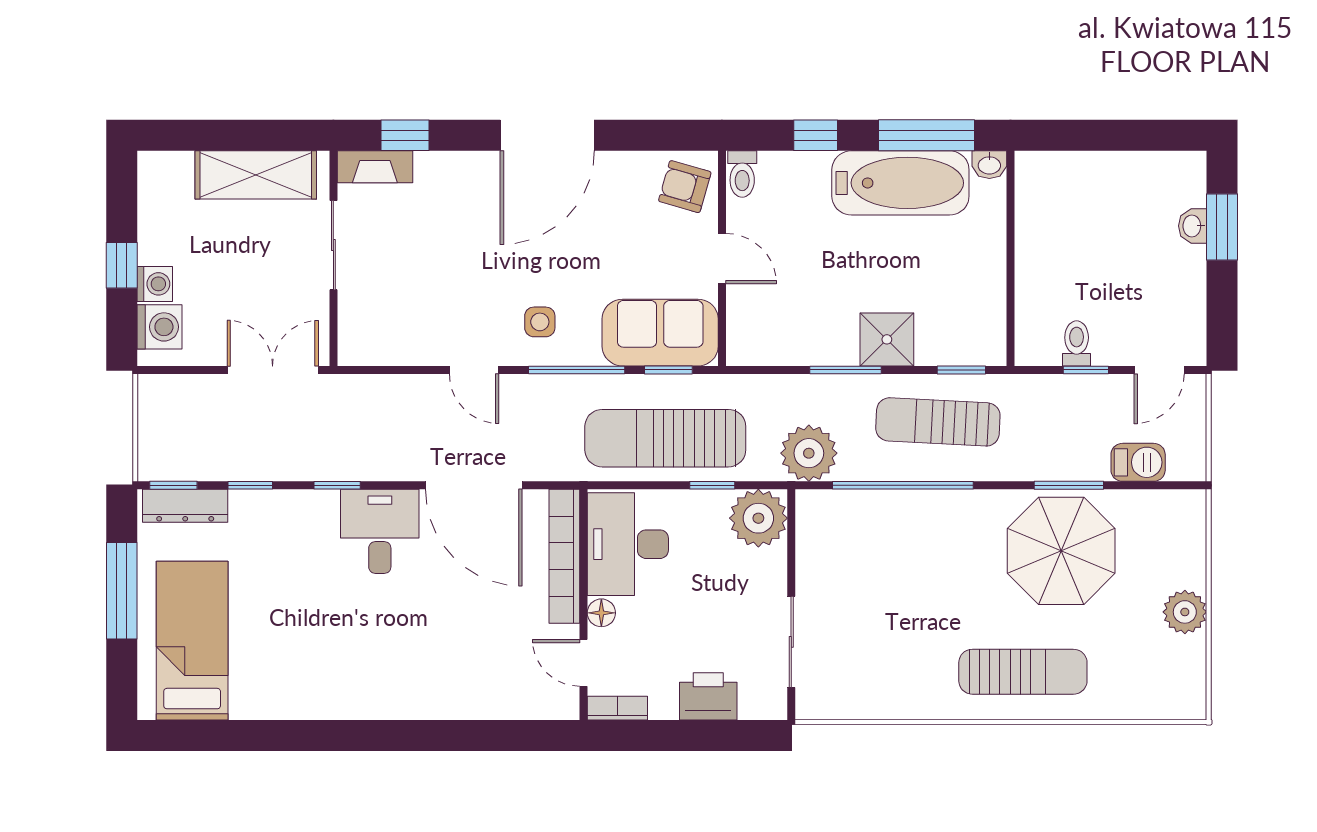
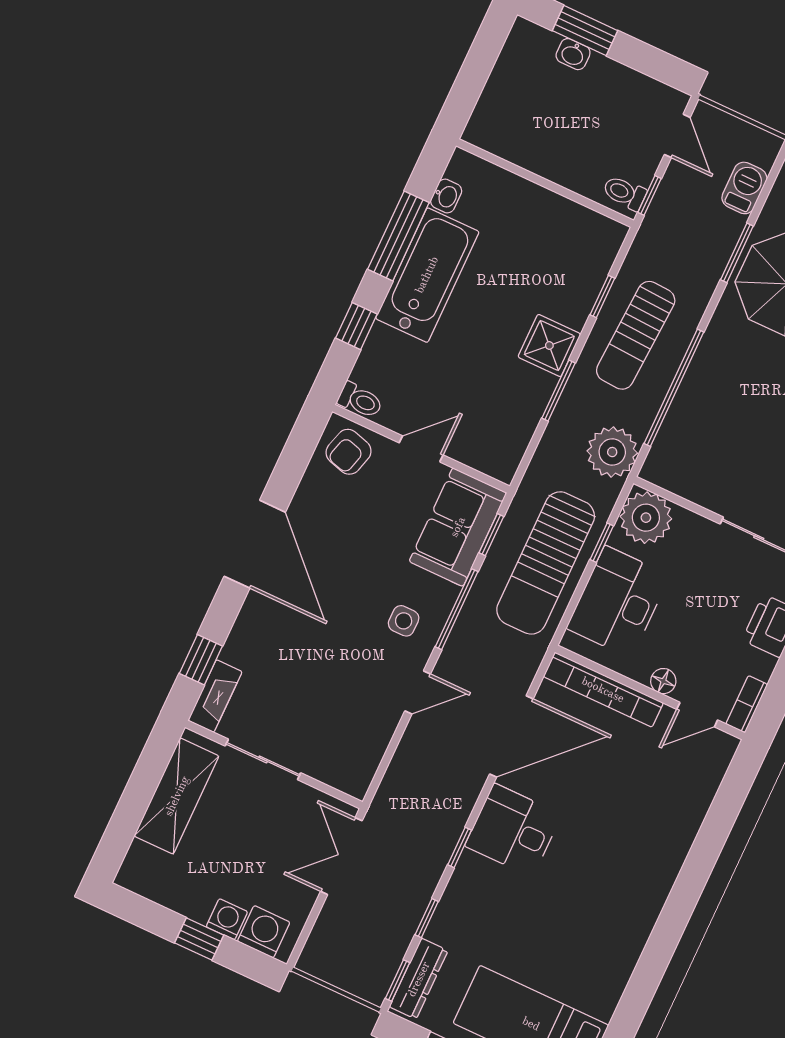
wall: (1011, 258) -> (545, 183), moved
desk: (628, 544) -> (618, 602), moved, turned 90

